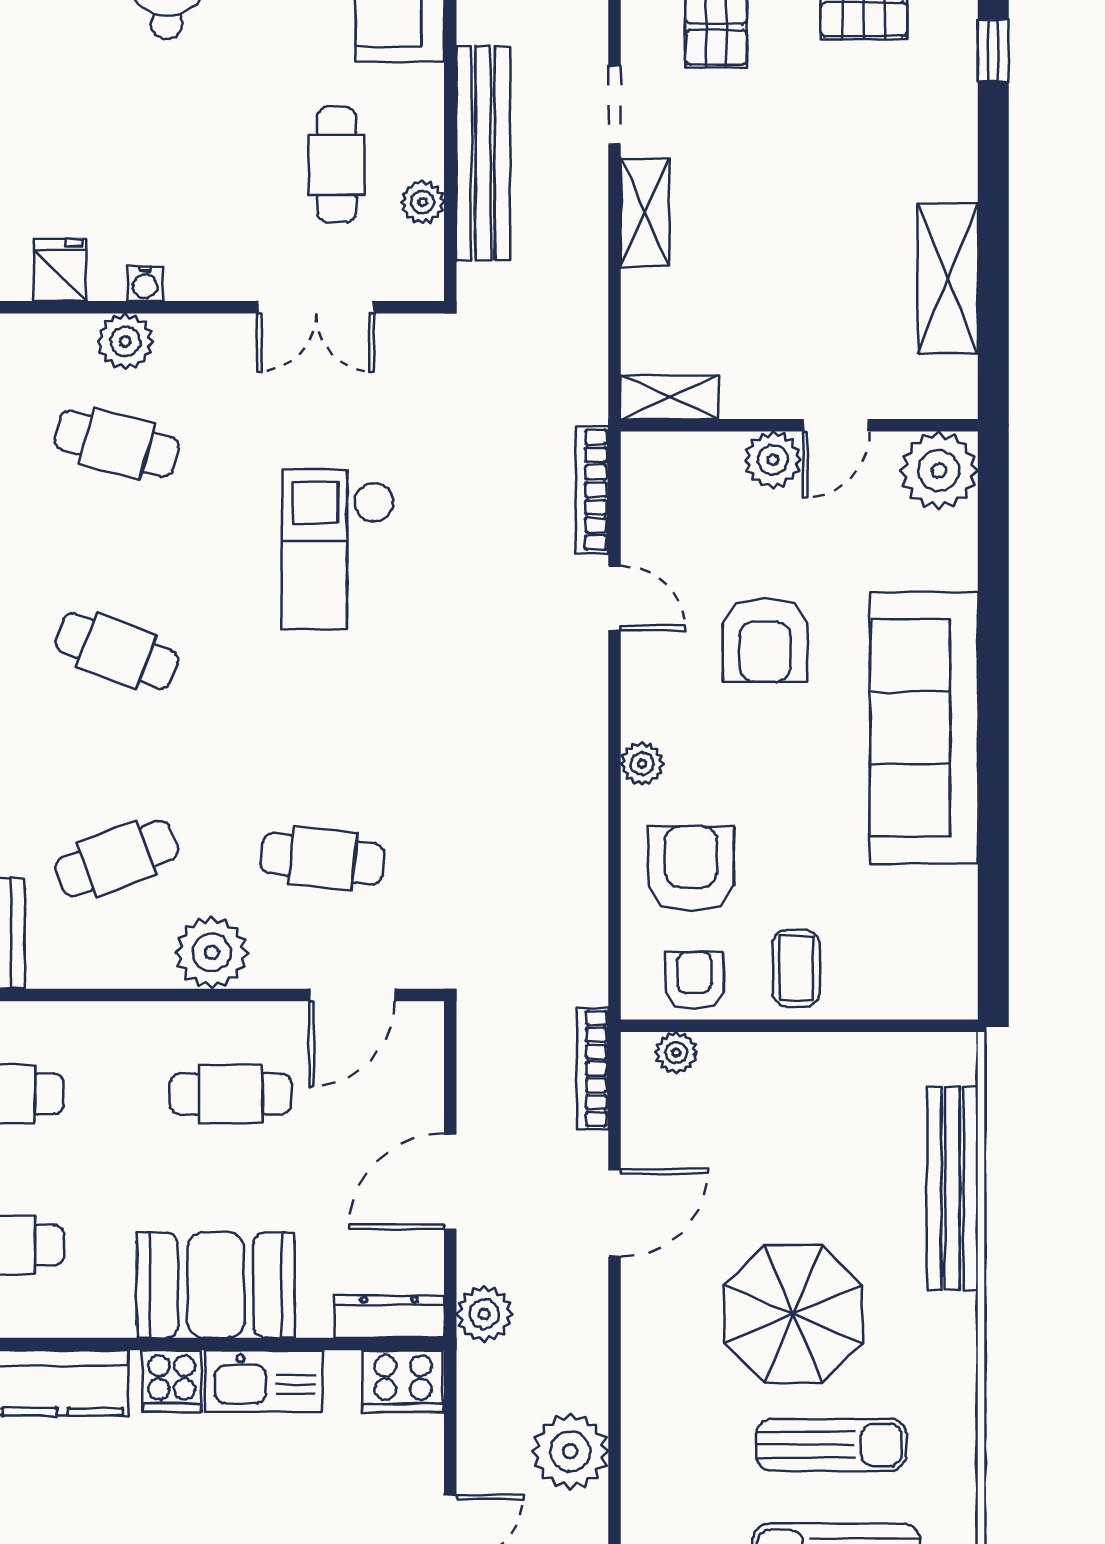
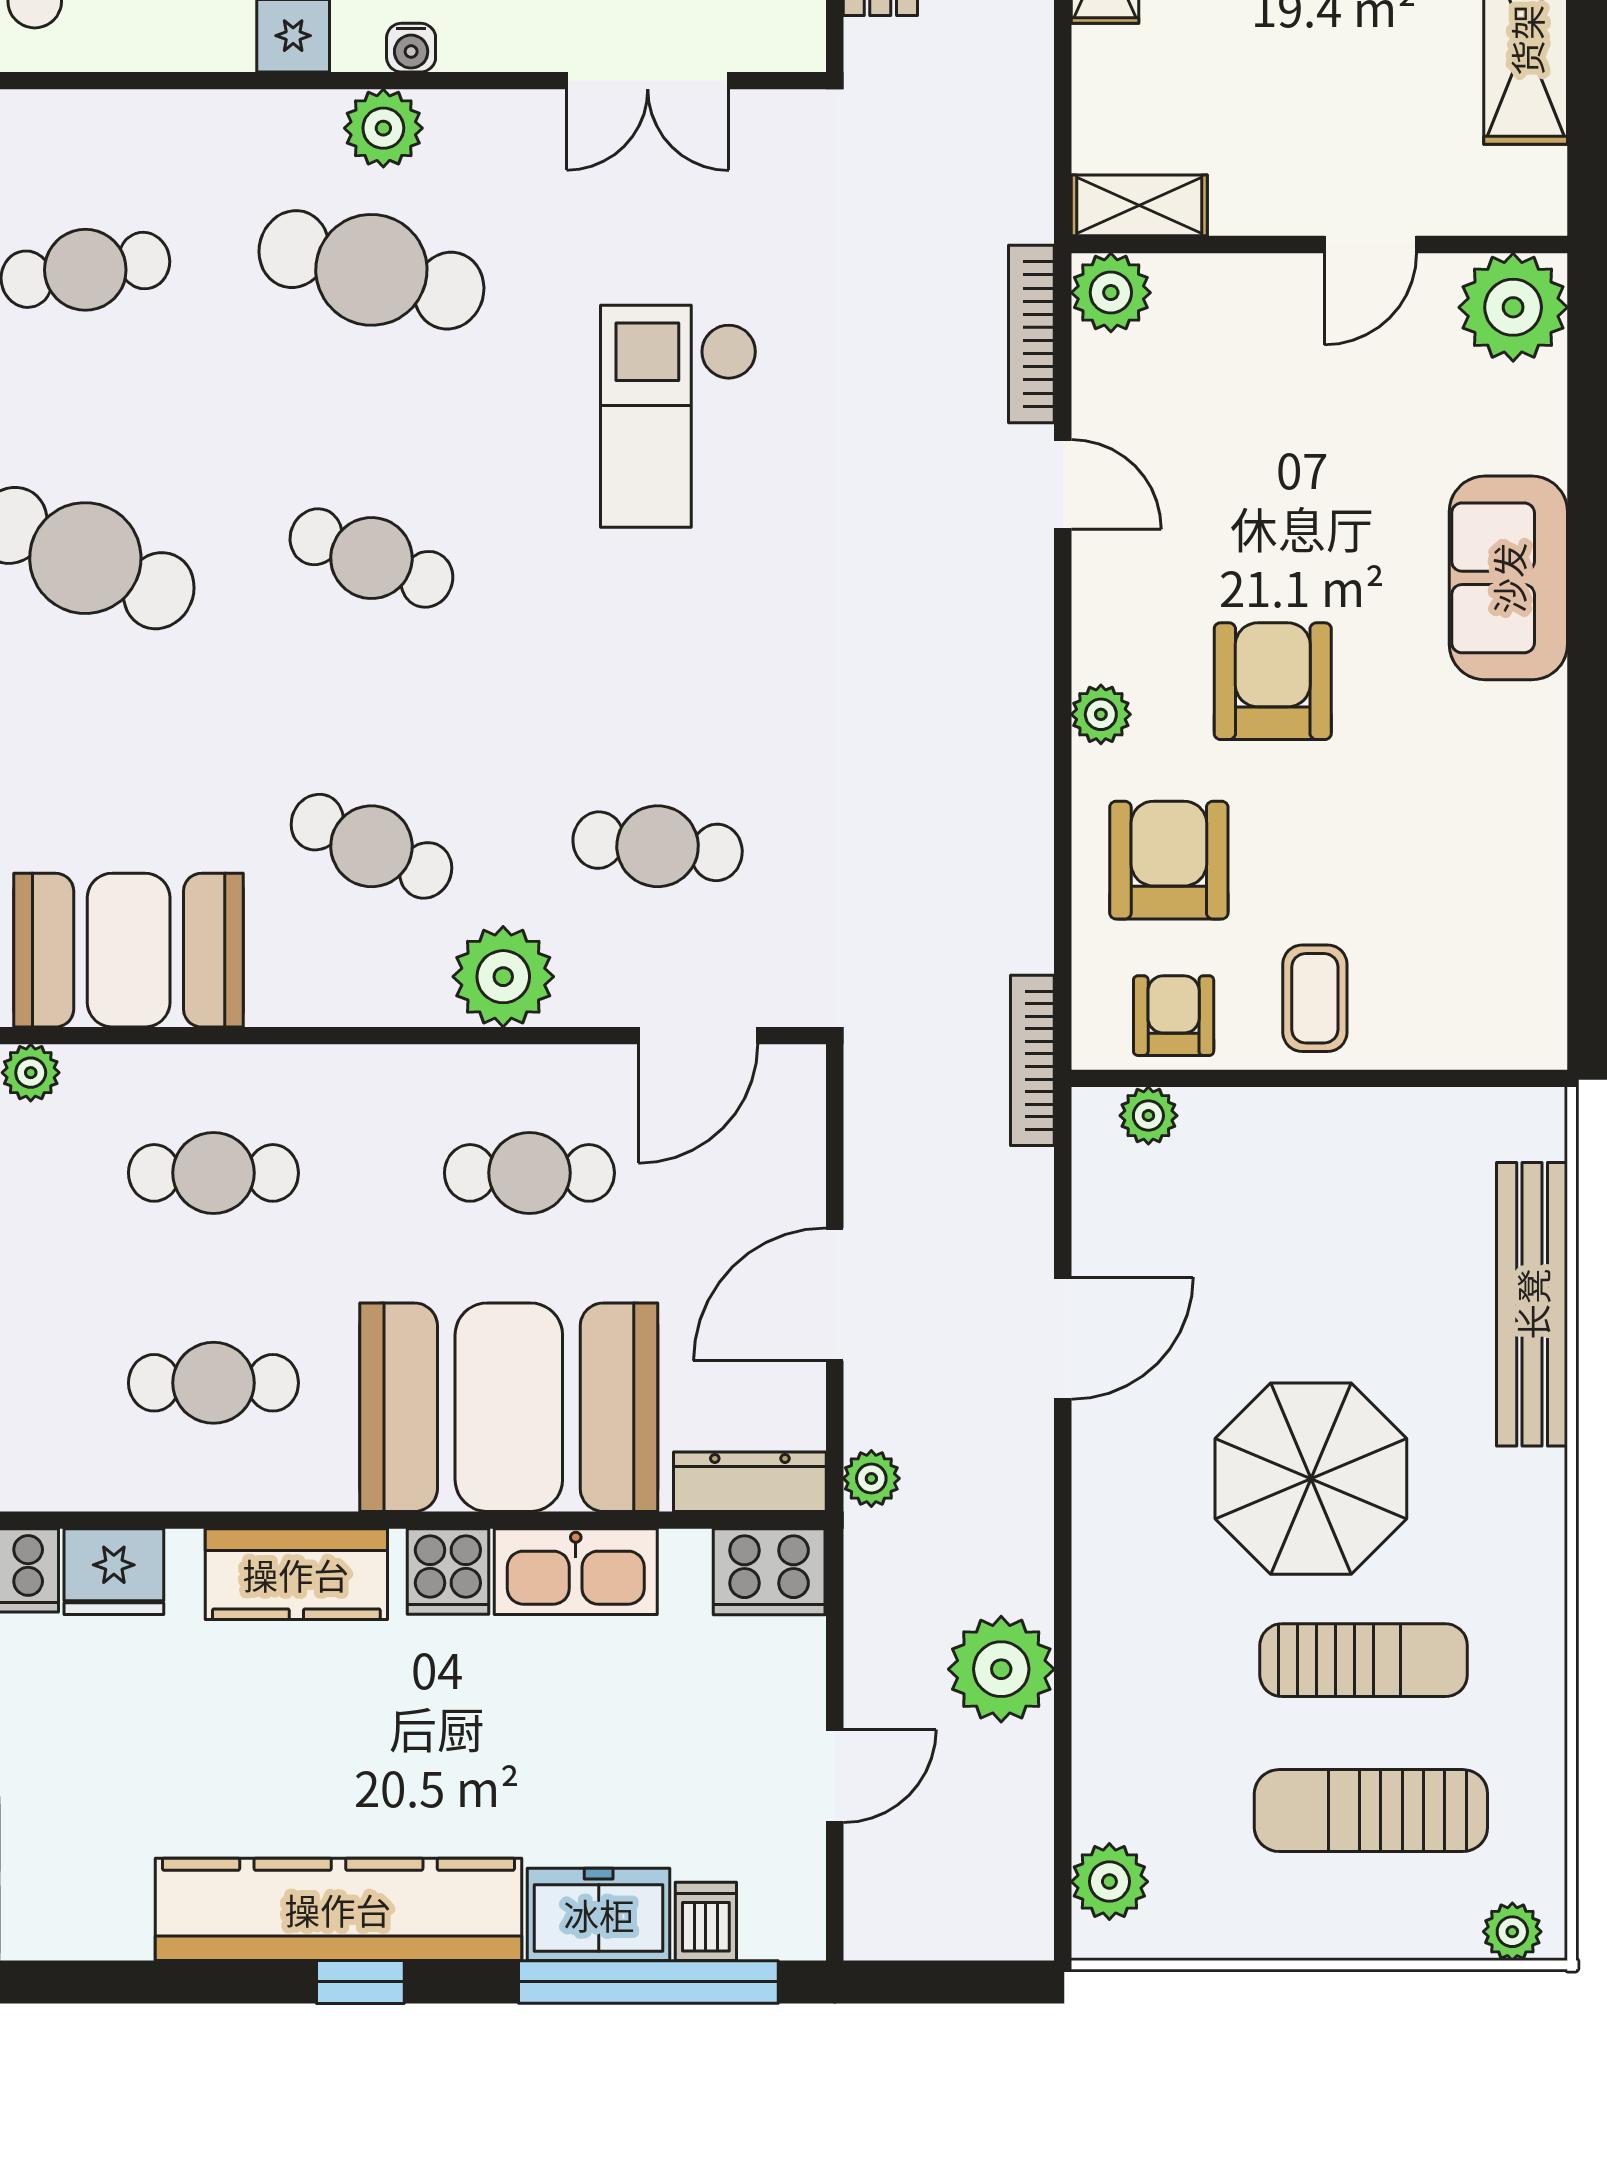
cafe table: (117, 444) -> (371, 270), width x1.37, depth x1.35
plant: (773, 460) -> (1111, 293), moved
armchair: (765, 640) -> (1273, 681), moved, turned 180
sofa: (924, 728) -> (1508, 578), width x0.54, depth x0.79
cafe table: (117, 859) -> (371, 846), turned 45
bookcase: (593, 1069) -> (1032, 1060), moved
booth: (216, 1285) -> (509, 1407), width x1.36, depth x1.42
plant: (484, 1314) -> (871, 1478), width x0.73, depth x0.73

